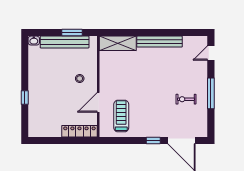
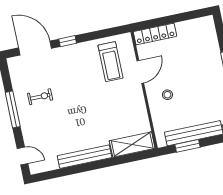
door: (211, 53) -> (23, 156), hinge flipped

